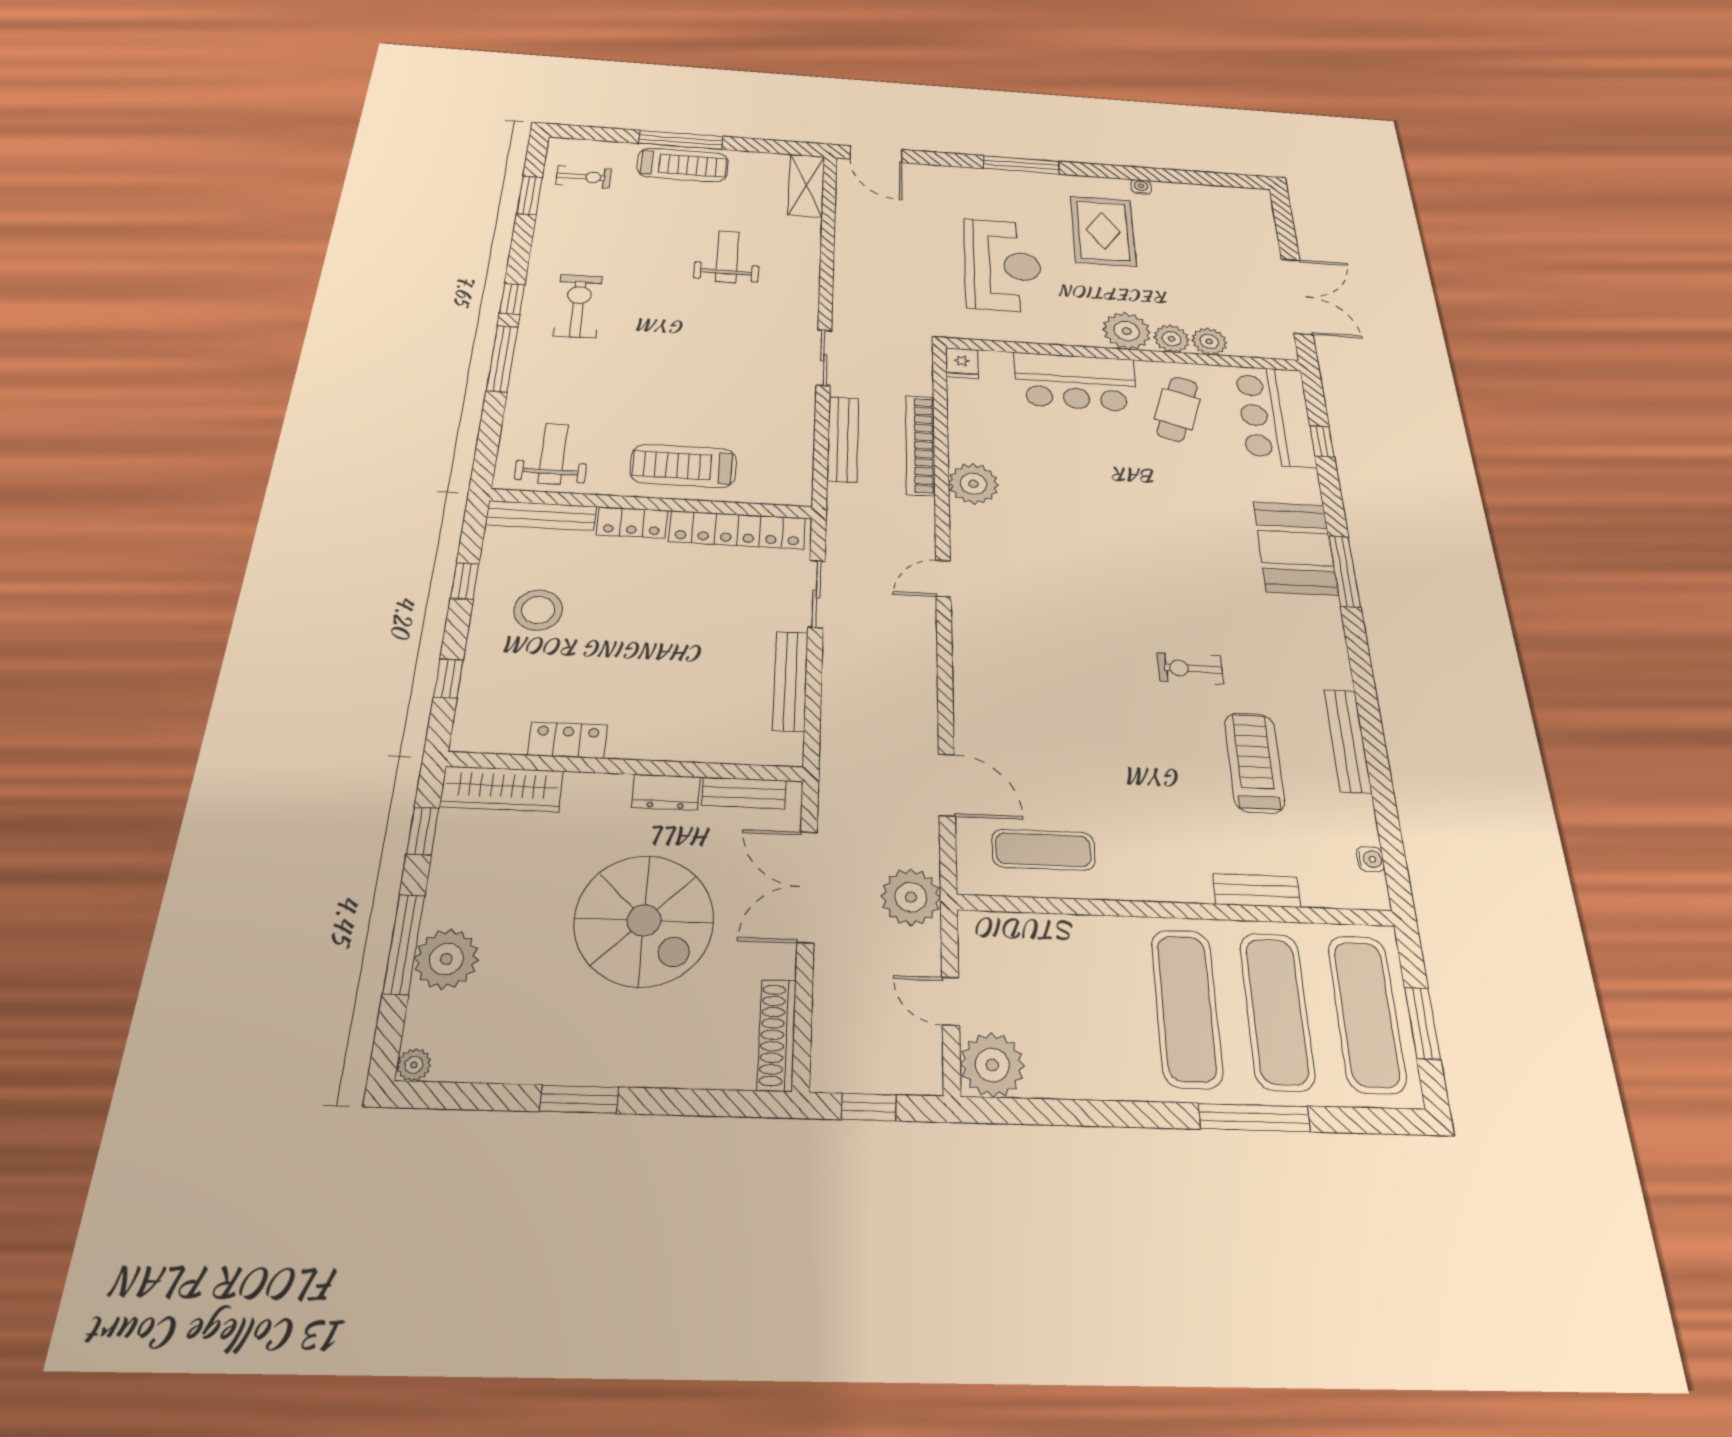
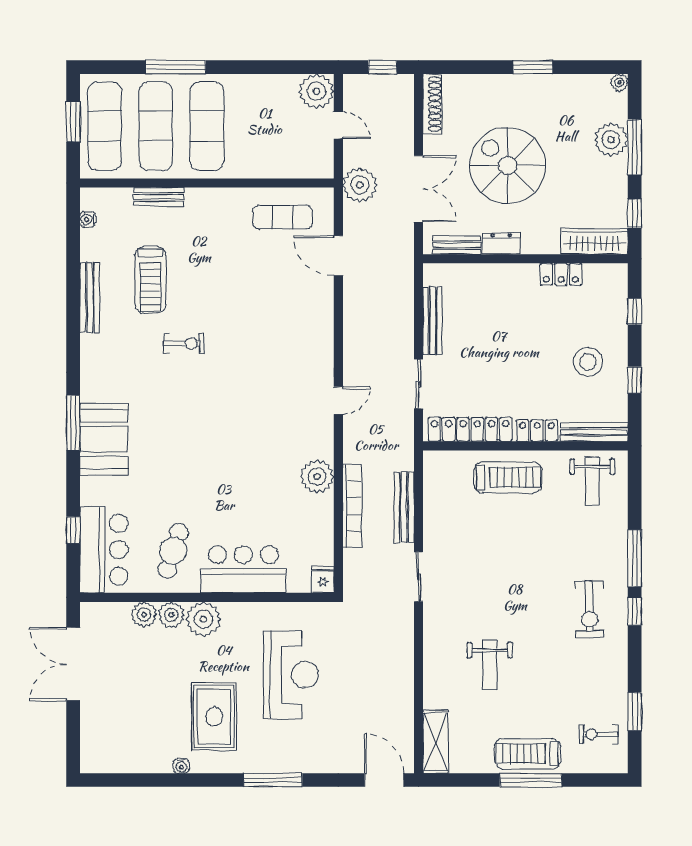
reception desk: (1003, 265) -> (291, 675), turned 180

